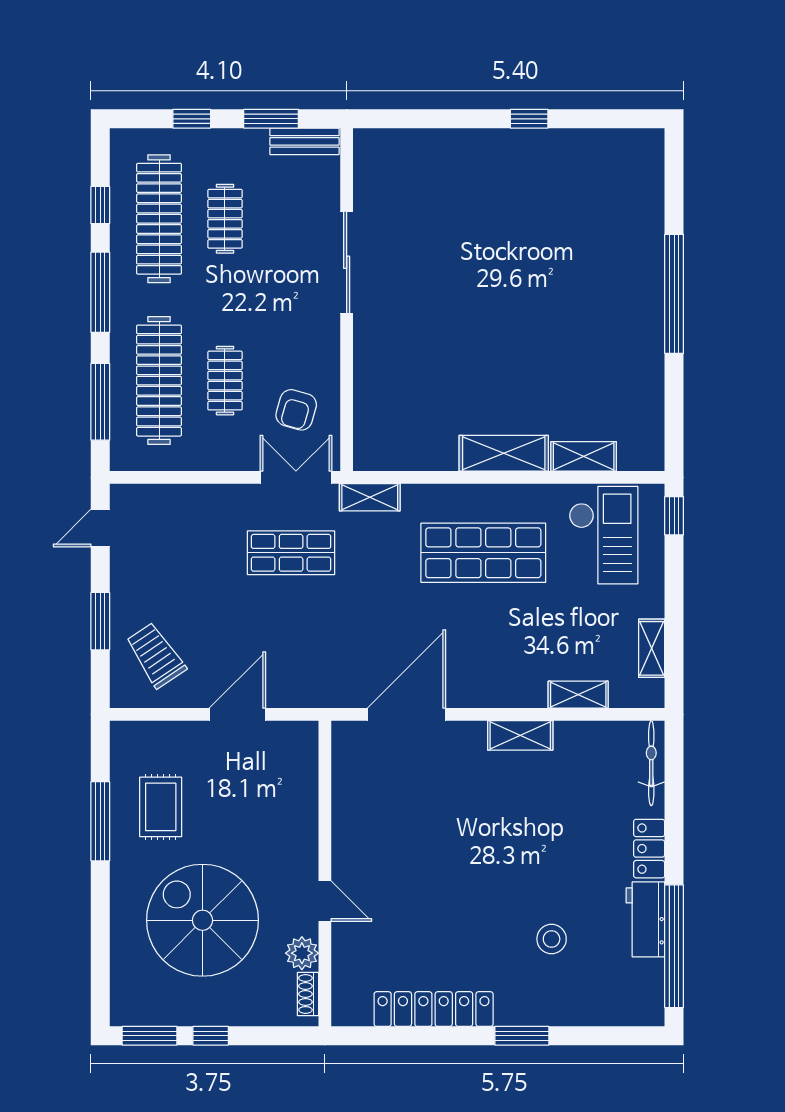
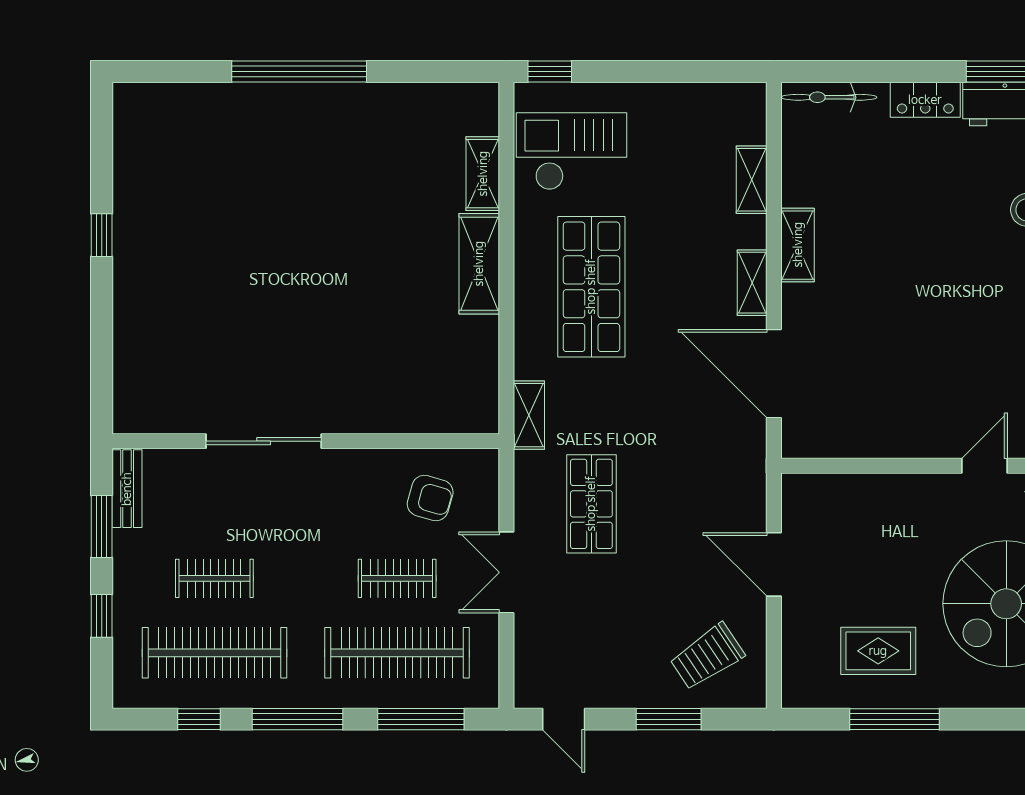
double door: (296, 477) -> (506, 572), moved
shelving: (652, 648) -> (752, 283), moved, turned 90

